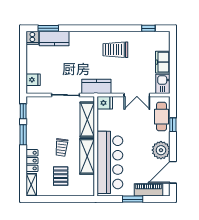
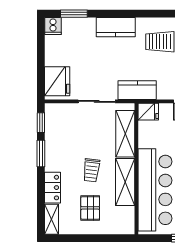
kitchen counter: (54, 39) -> (116, 27), moved
fridge: (33, 80) -> (57, 81), width x1.88, depth x1.34

